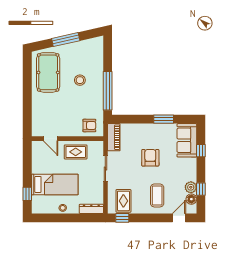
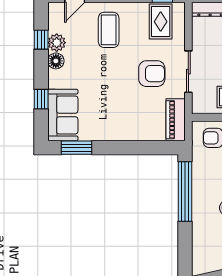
window: (164, 119) -> (77, 148), moved
armchair: (150, 158) -> (152, 74), moved, turned -90
floor lamp: (191, 199) -> (56, 61), moved

